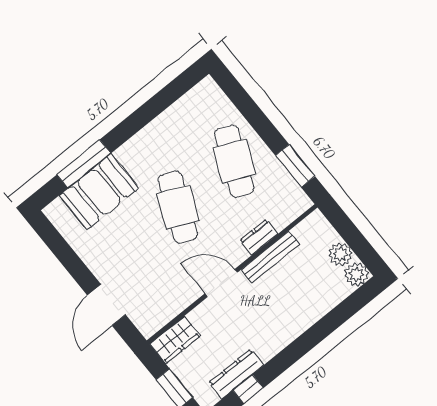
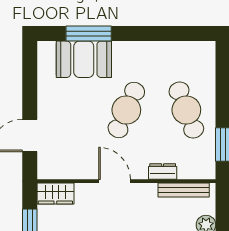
cafe table: (234, 161) -> (186, 110), turned -45
bench: (270, 257) -> (184, 190), moved

